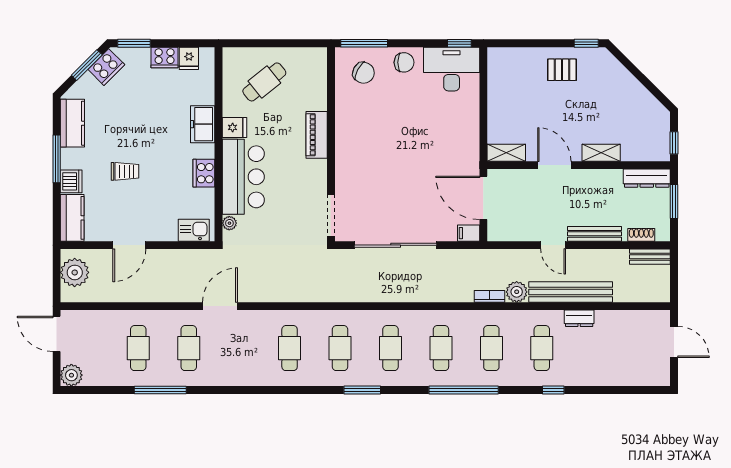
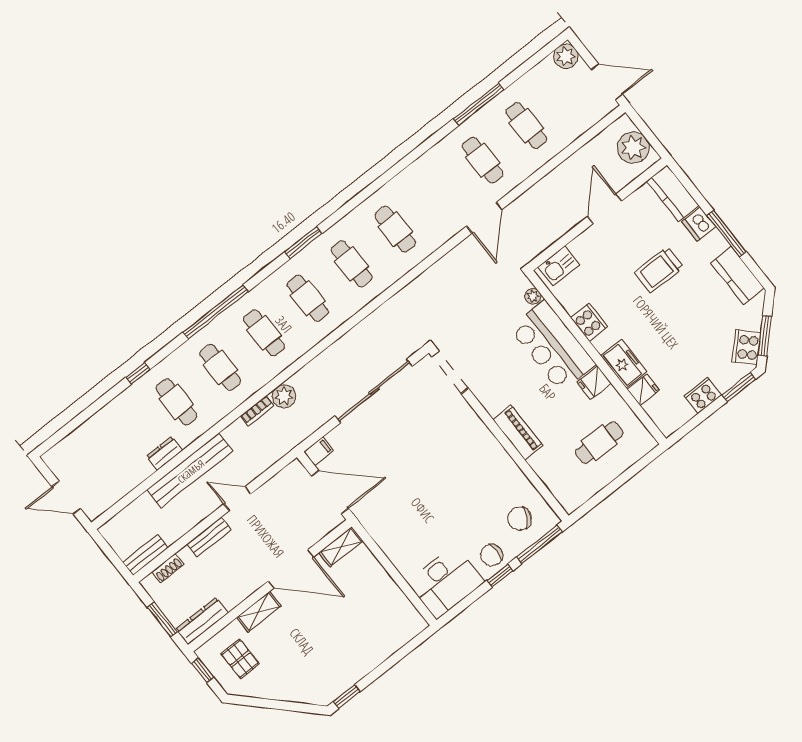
window: (459, 43) -> (500, 576), moved
fridge: (189, 58) -> (643, 390), moved, turned 90
pallet: (562, 70) -> (240, 659), moved, turned 90
cafe table: (264, 82) -> (599, 443), turned 39
door: (554, 165) -> (291, 569), width x1.36
trolley: (125, 171) -> (659, 270), width x1.36, depth x1.39
bench: (594, 234) -> (209, 537), width x0.73
plant: (517, 292) -> (284, 396), moved

